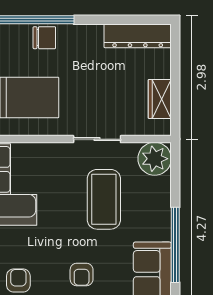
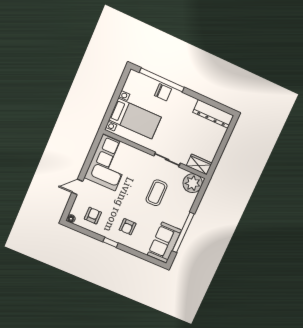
wardrobe: (160, 99) -> (199, 164), moved, turned 90
coffee table: (104, 199) -> (157, 193), width x0.73, depth x0.76

